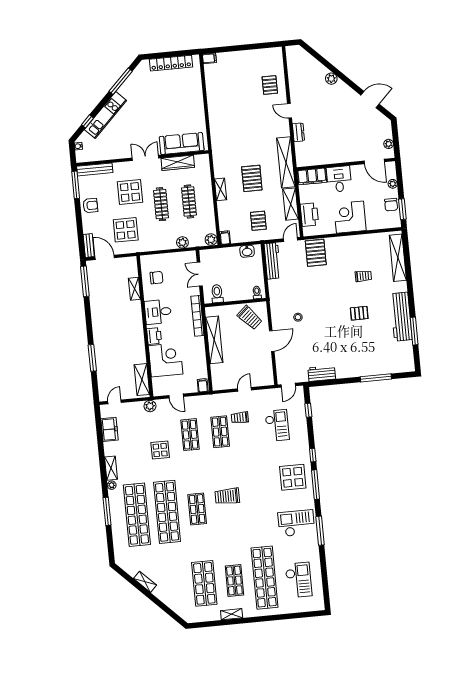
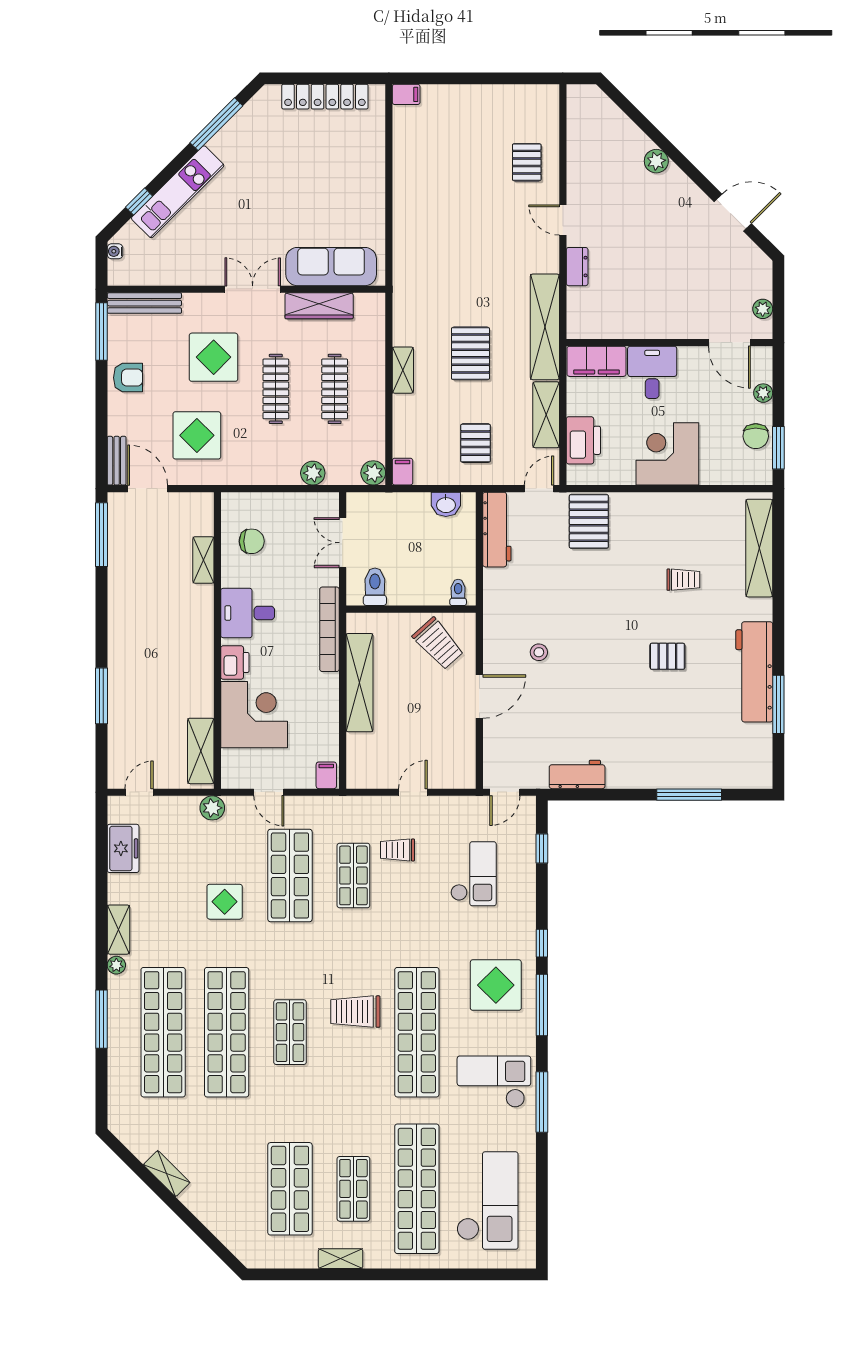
shop shelf: (190, 435) -> (290, 875), width x1.43, depth x1.36
shop shelf: (257, 503) -> (417, 1032), added
checkout: (299, 580) -> (487, 1201), width x1.36, depth x1.21

